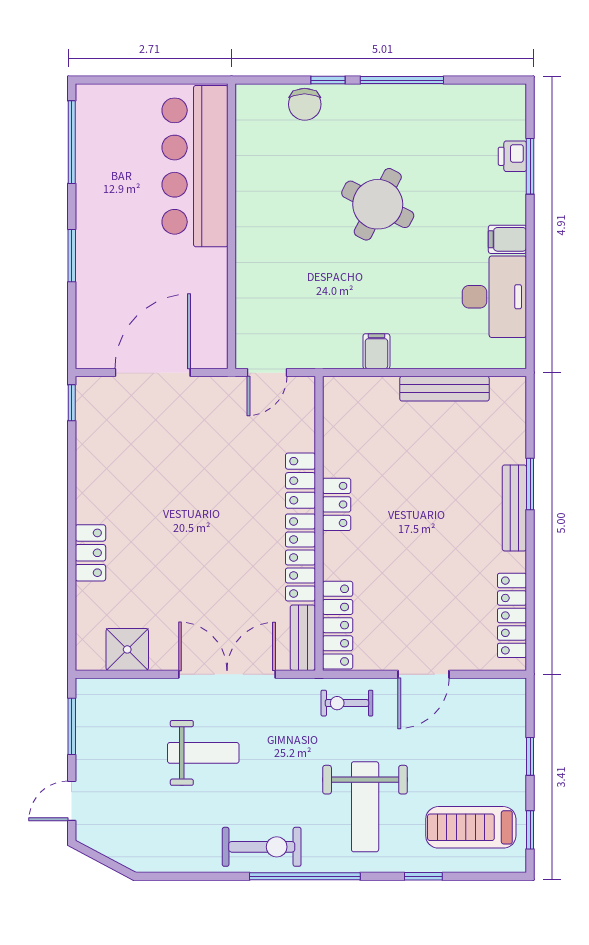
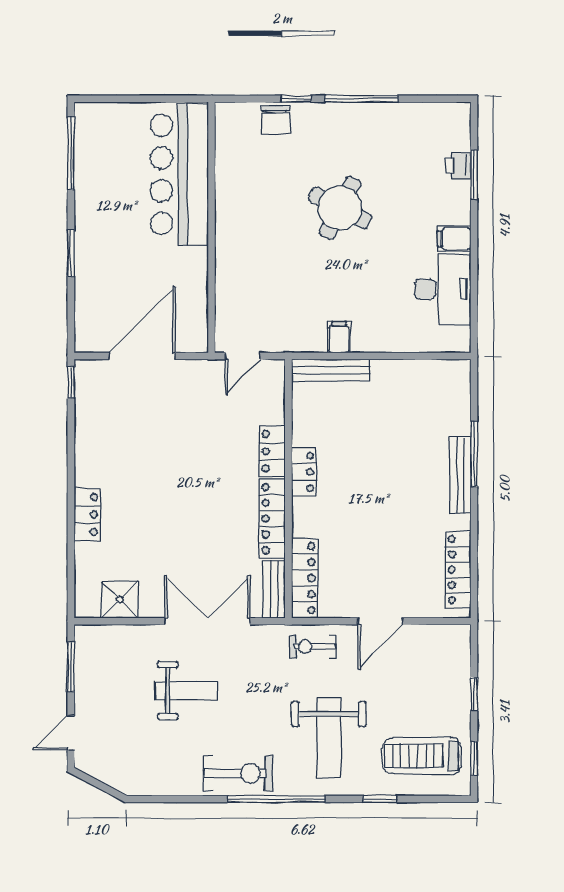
bench: (444, 389) -> (331, 370), moved
window: (530, 484) -> (474, 454), width x1.44

